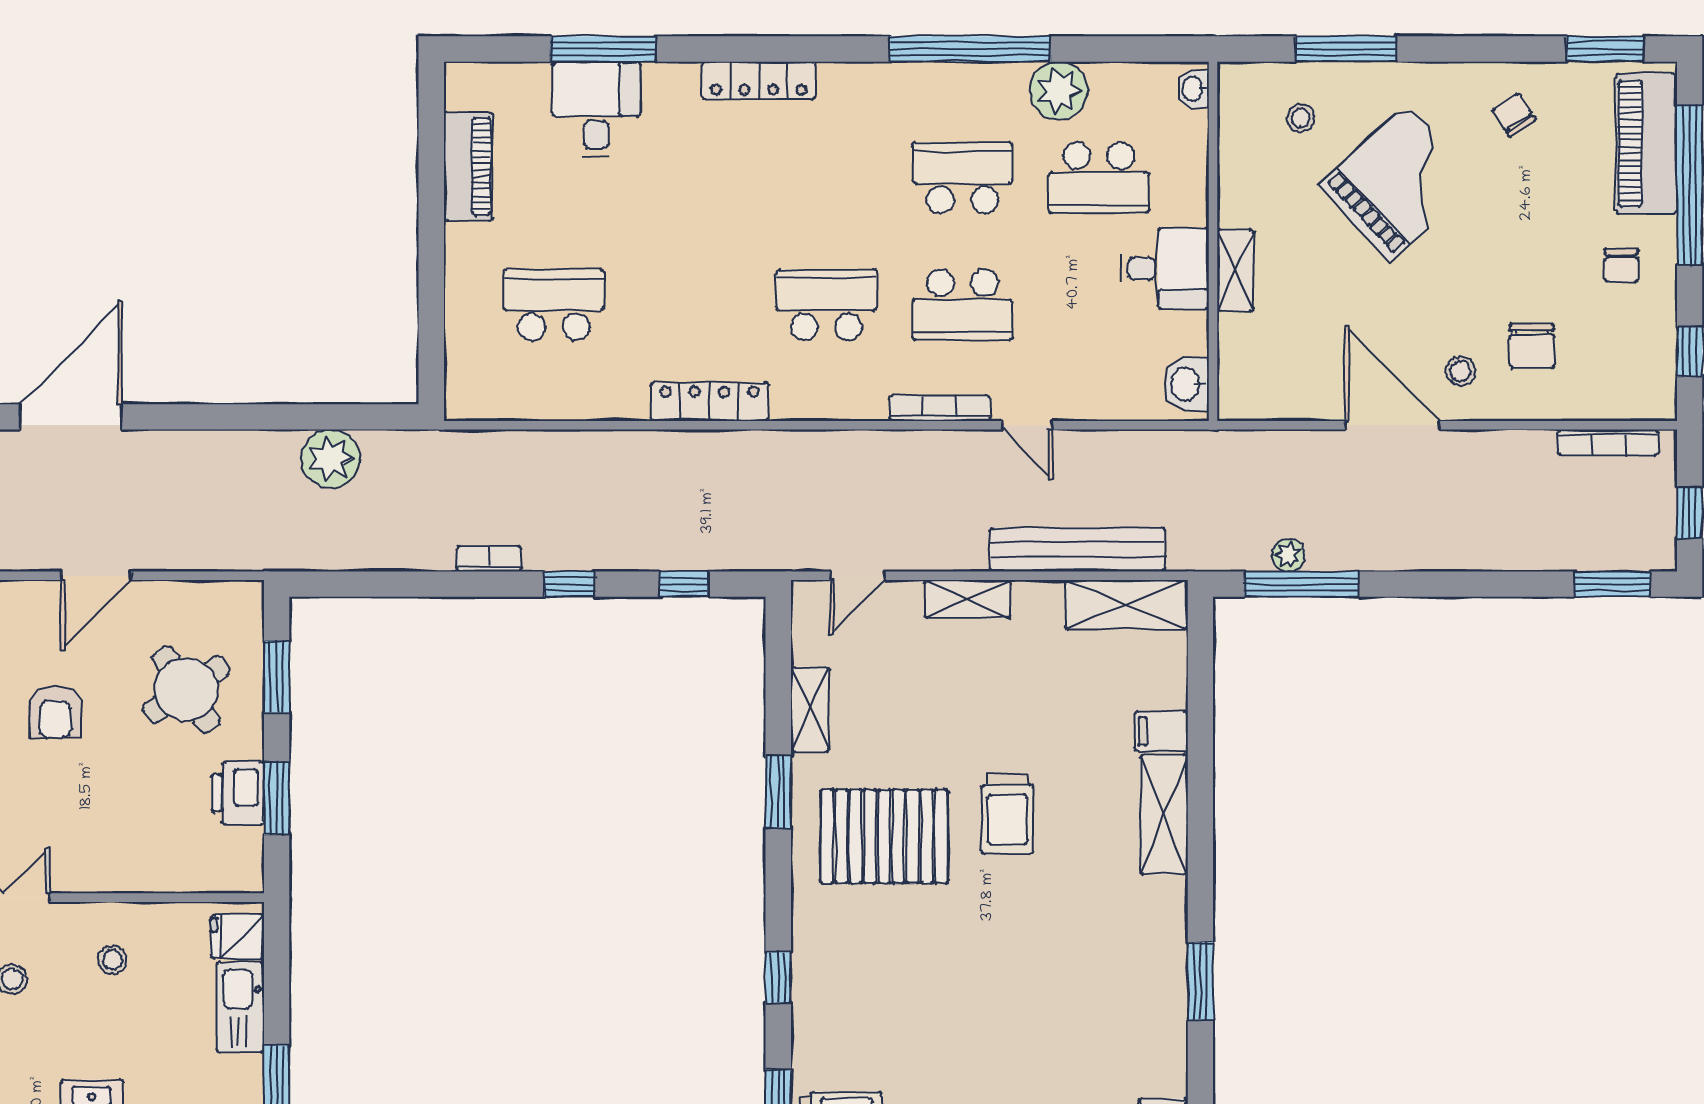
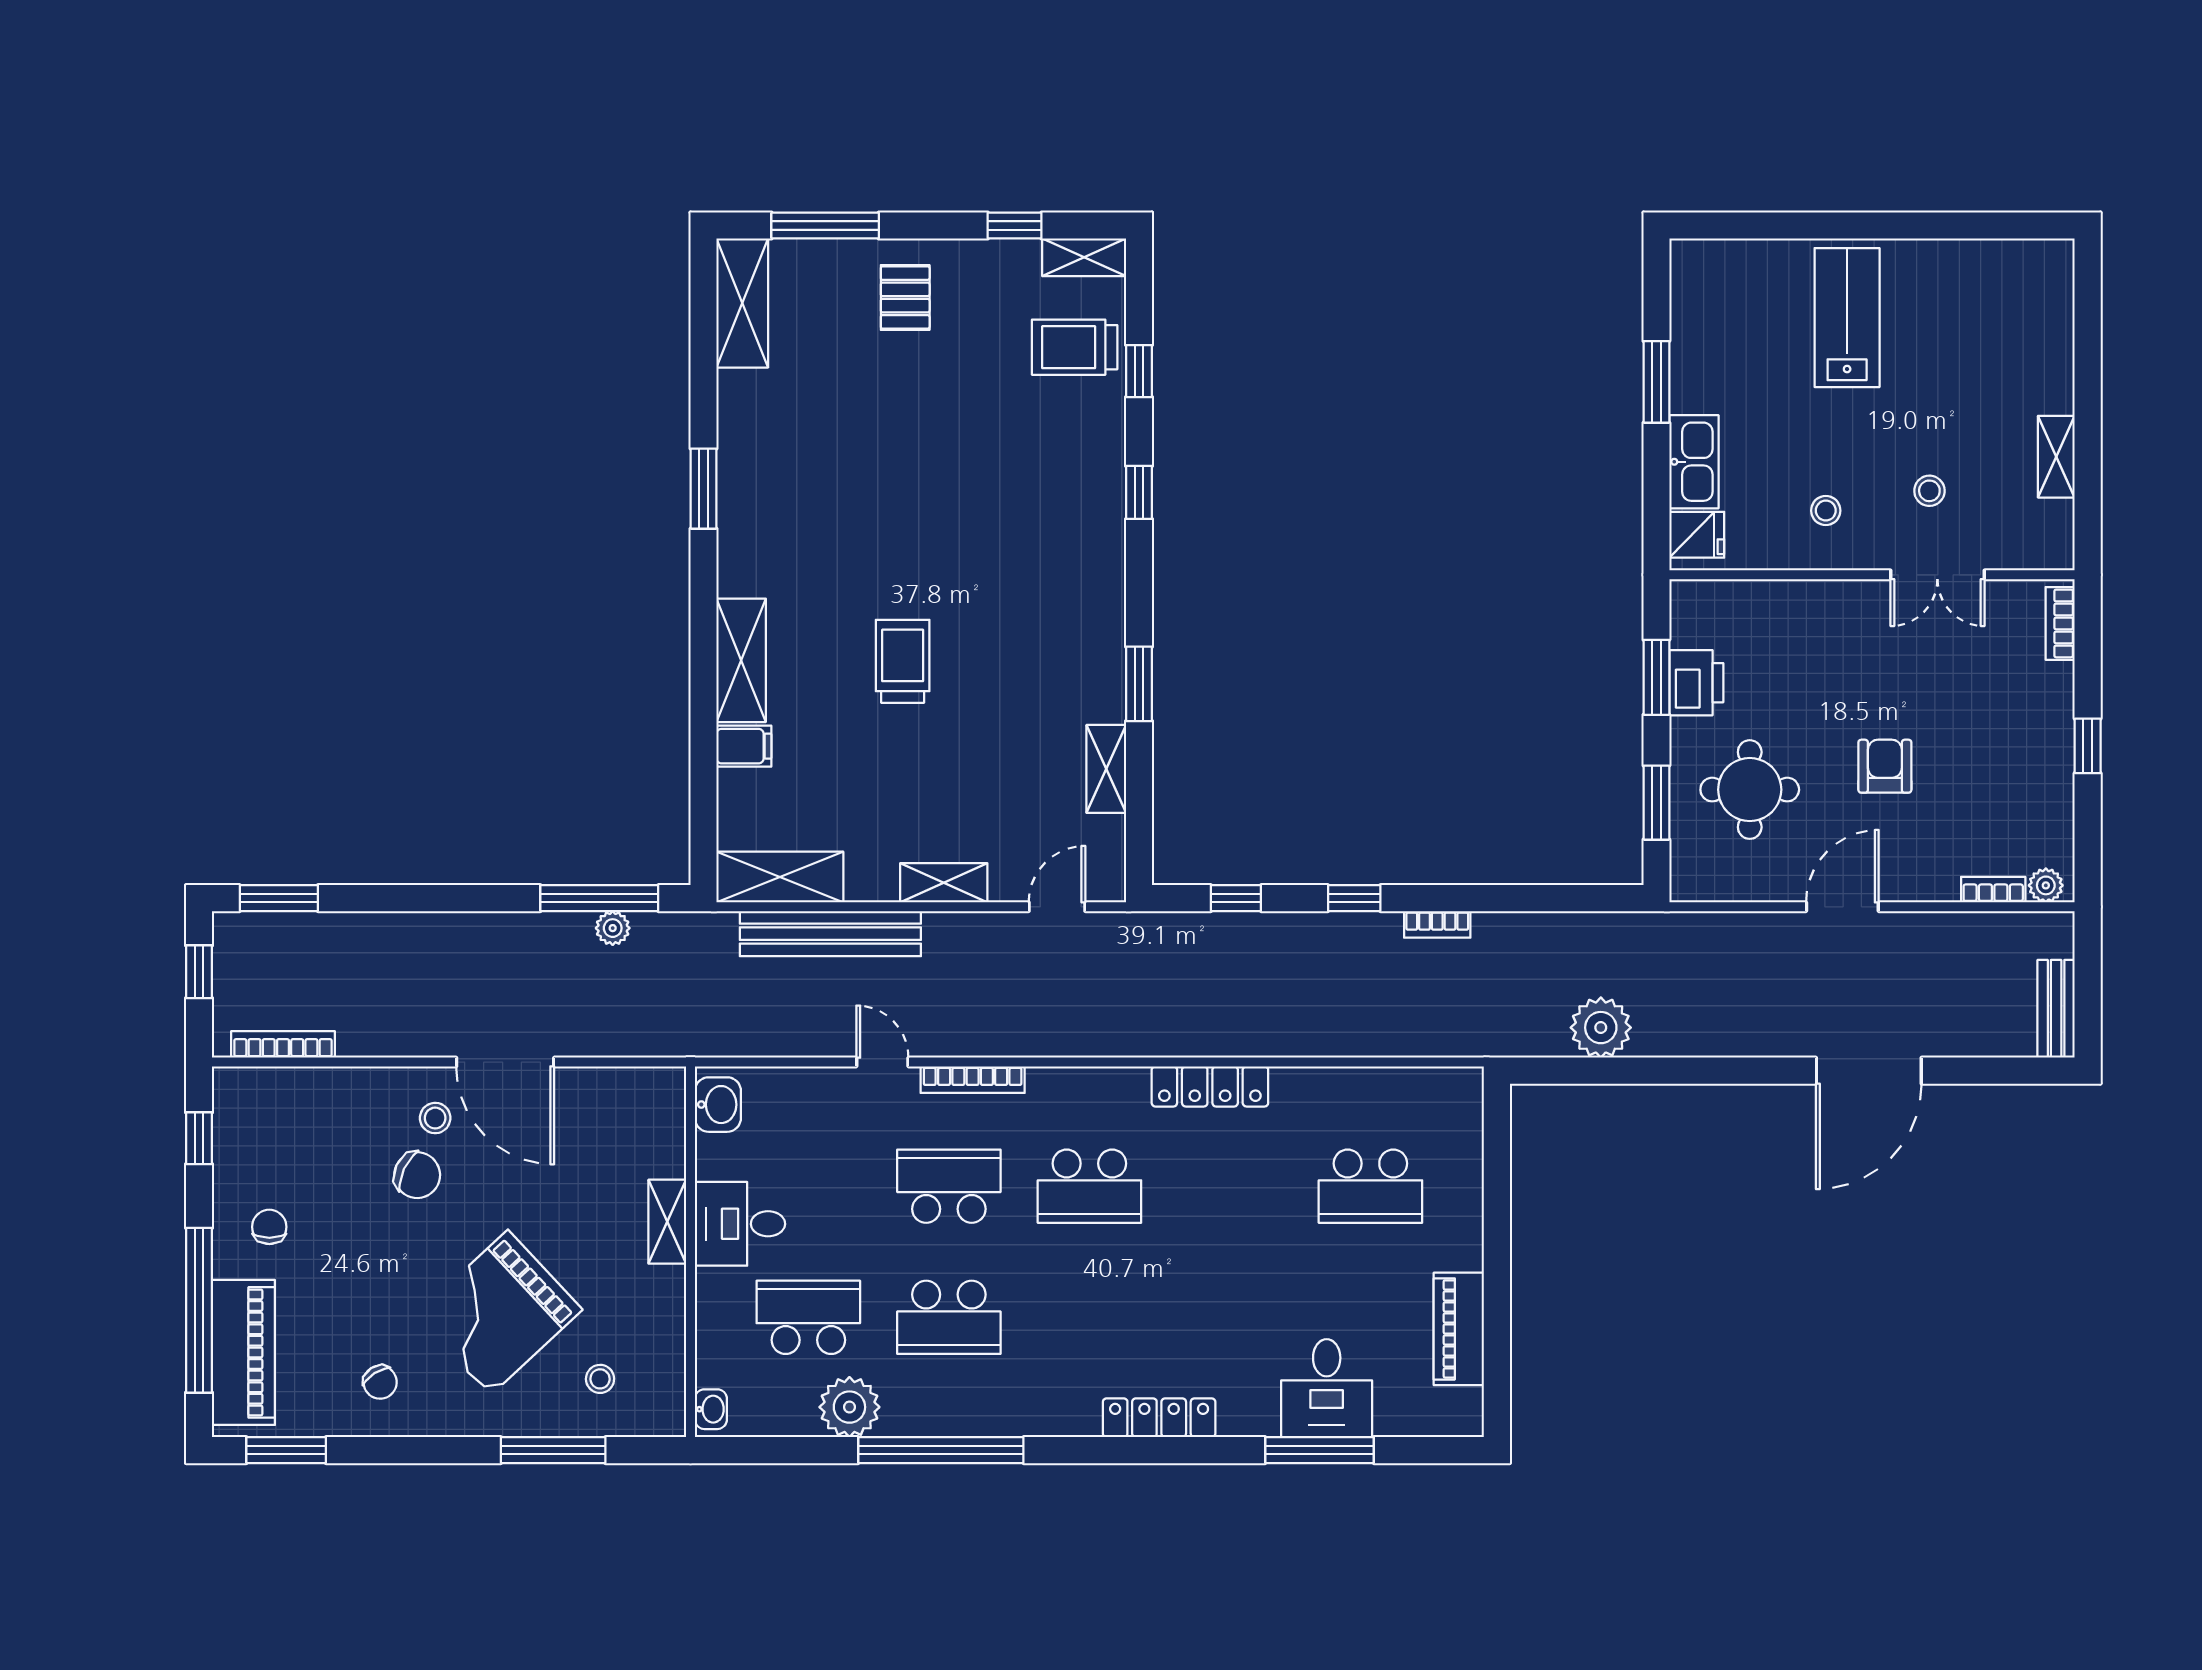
chair: (1532, 346) -> (417, 1175), moved, turned 115
round table: (186, 689) -> (1750, 790), turned 34
pallet: (884, 836) -> (1030, 638), removed

